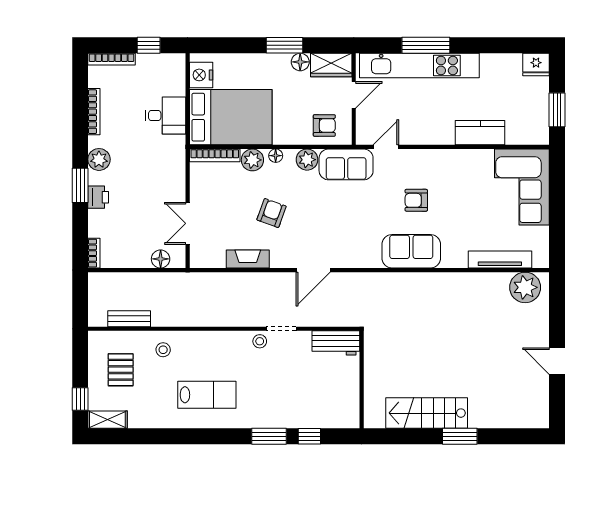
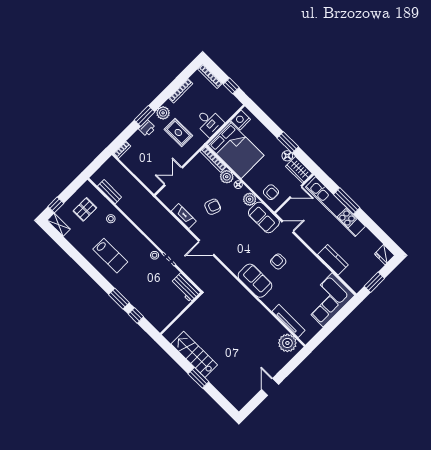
rug: (141, 165) -> (178, 132), added
floor lamp: (161, 259) -> (147, 180), removed

